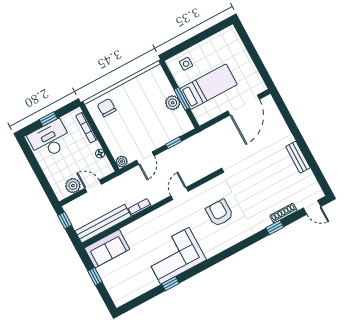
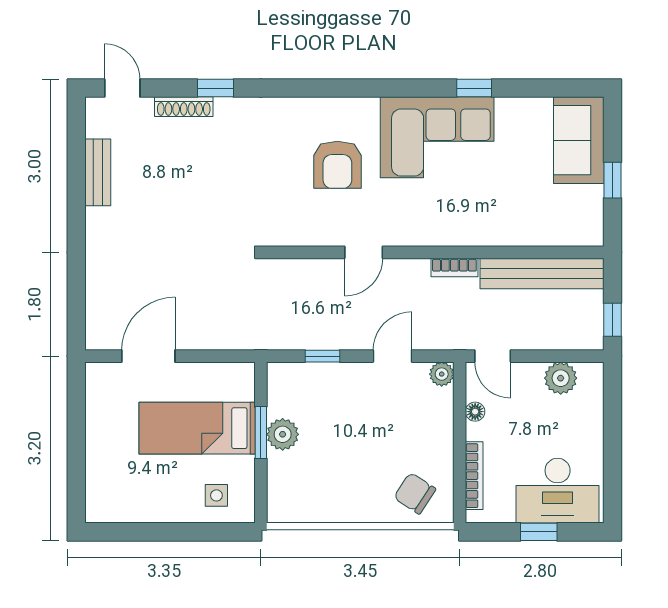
door: (244, 105) -> (148, 356), width x0.73
chair: (107, 108) -> (415, 493), turned 123
bench: (298, 157) -> (98, 172), moved
door: (93, 186) -> (493, 356), moved
armchair: (220, 213) -> (337, 165), moved
sofa: (107, 249) -> (579, 140), moved, turned -90

